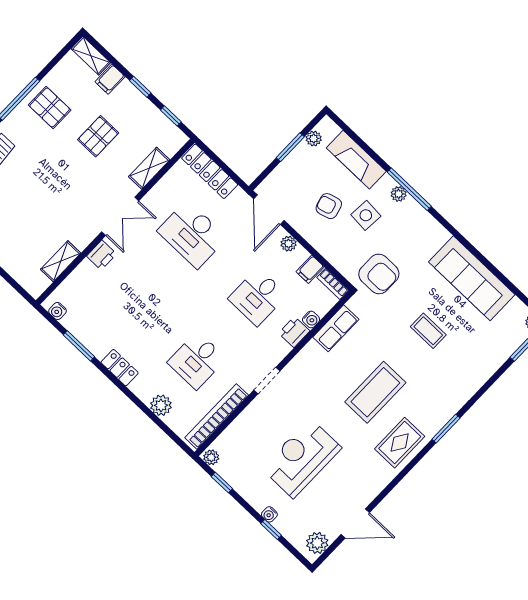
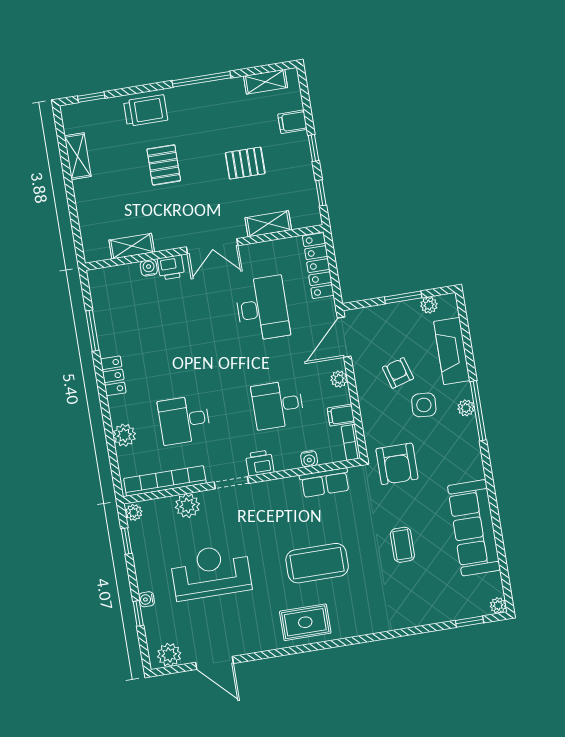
shelving: (91, 56) -> (266, 82), moved, turned 90
pallet: (50, 107) -> (164, 165), moved
desk: (192, 234) -> (262, 309), turned 180
water cooler: (58, 311) -> (149, 268), moved, turned 90
printer: (294, 332) -> (260, 463), moved
plant: (247, 422) -> (187, 506), added
window: (446, 429) -> (354, 640), removed

